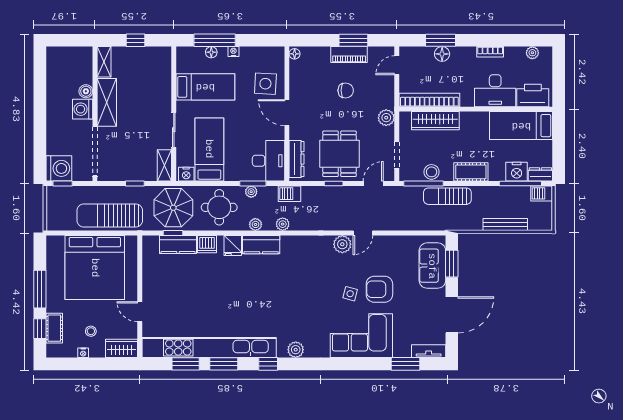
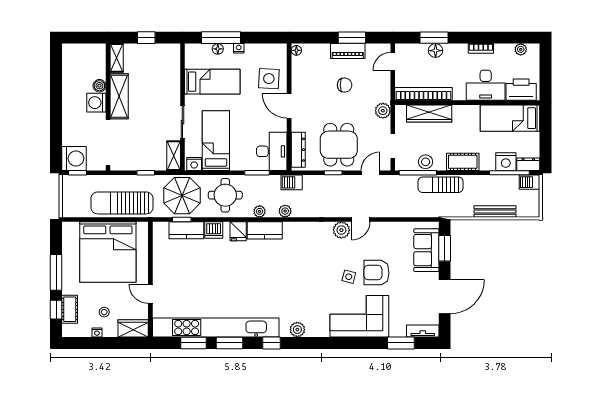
plant: (251, 192) -> (255, 180), removed

